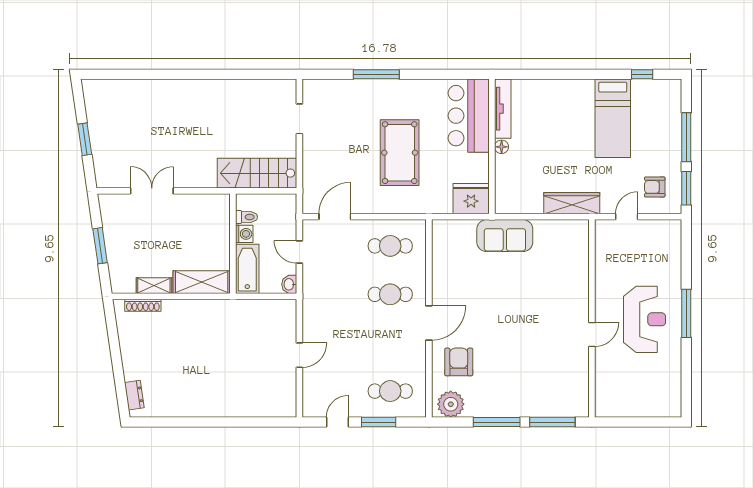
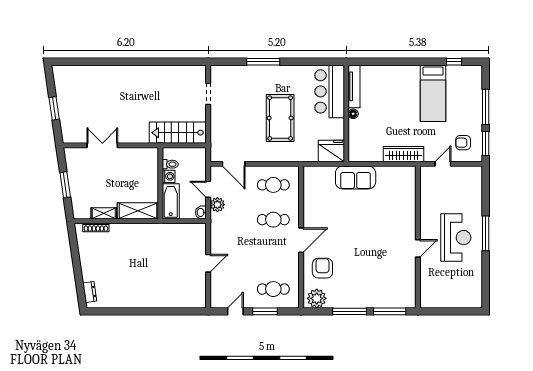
door: (335, 217) -> (234, 164), swing flipped
plant: (312, 273) -> (217, 205), added

